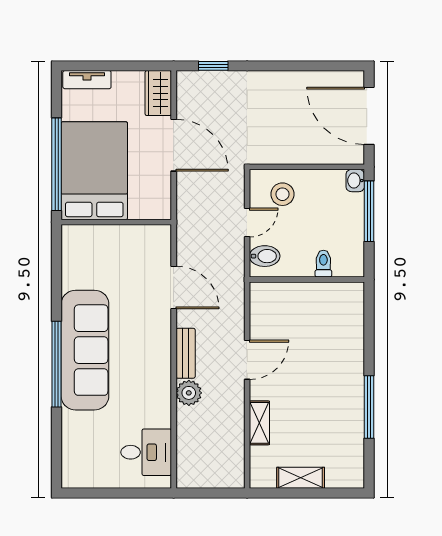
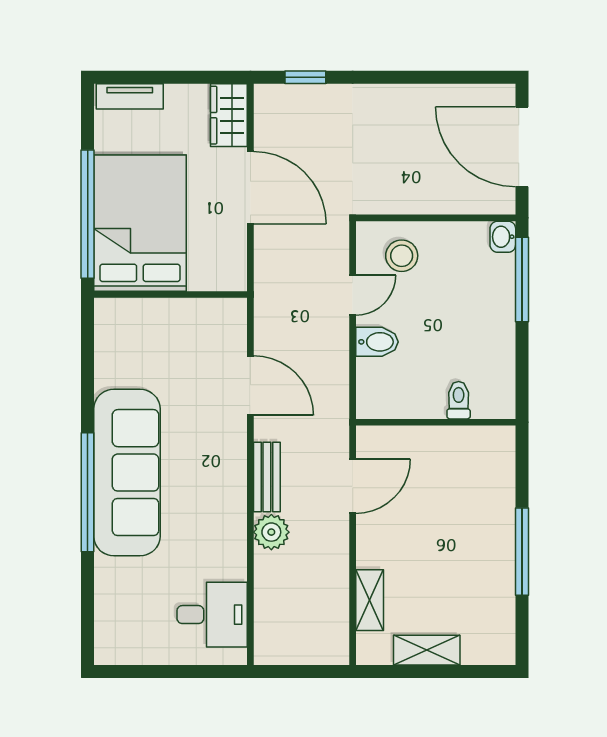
toilet: (323, 264) -> (459, 400), moved
wall: (307, 279) -> (436, 422), moved
shelving: (259, 423) -> (370, 600), moved

